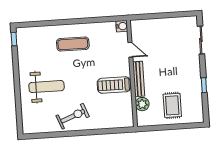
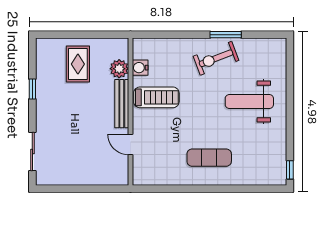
water cooler: (122, 26) -> (140, 68), moved
window: (67, 134) -> (226, 35), added

